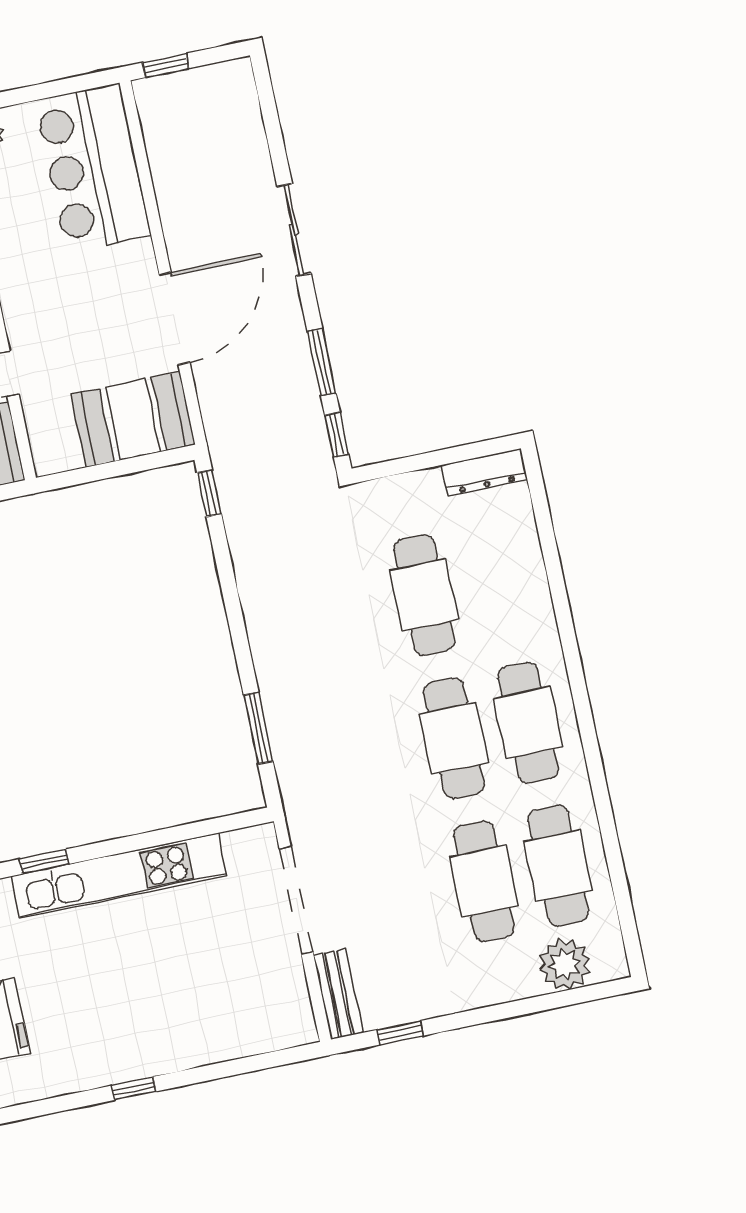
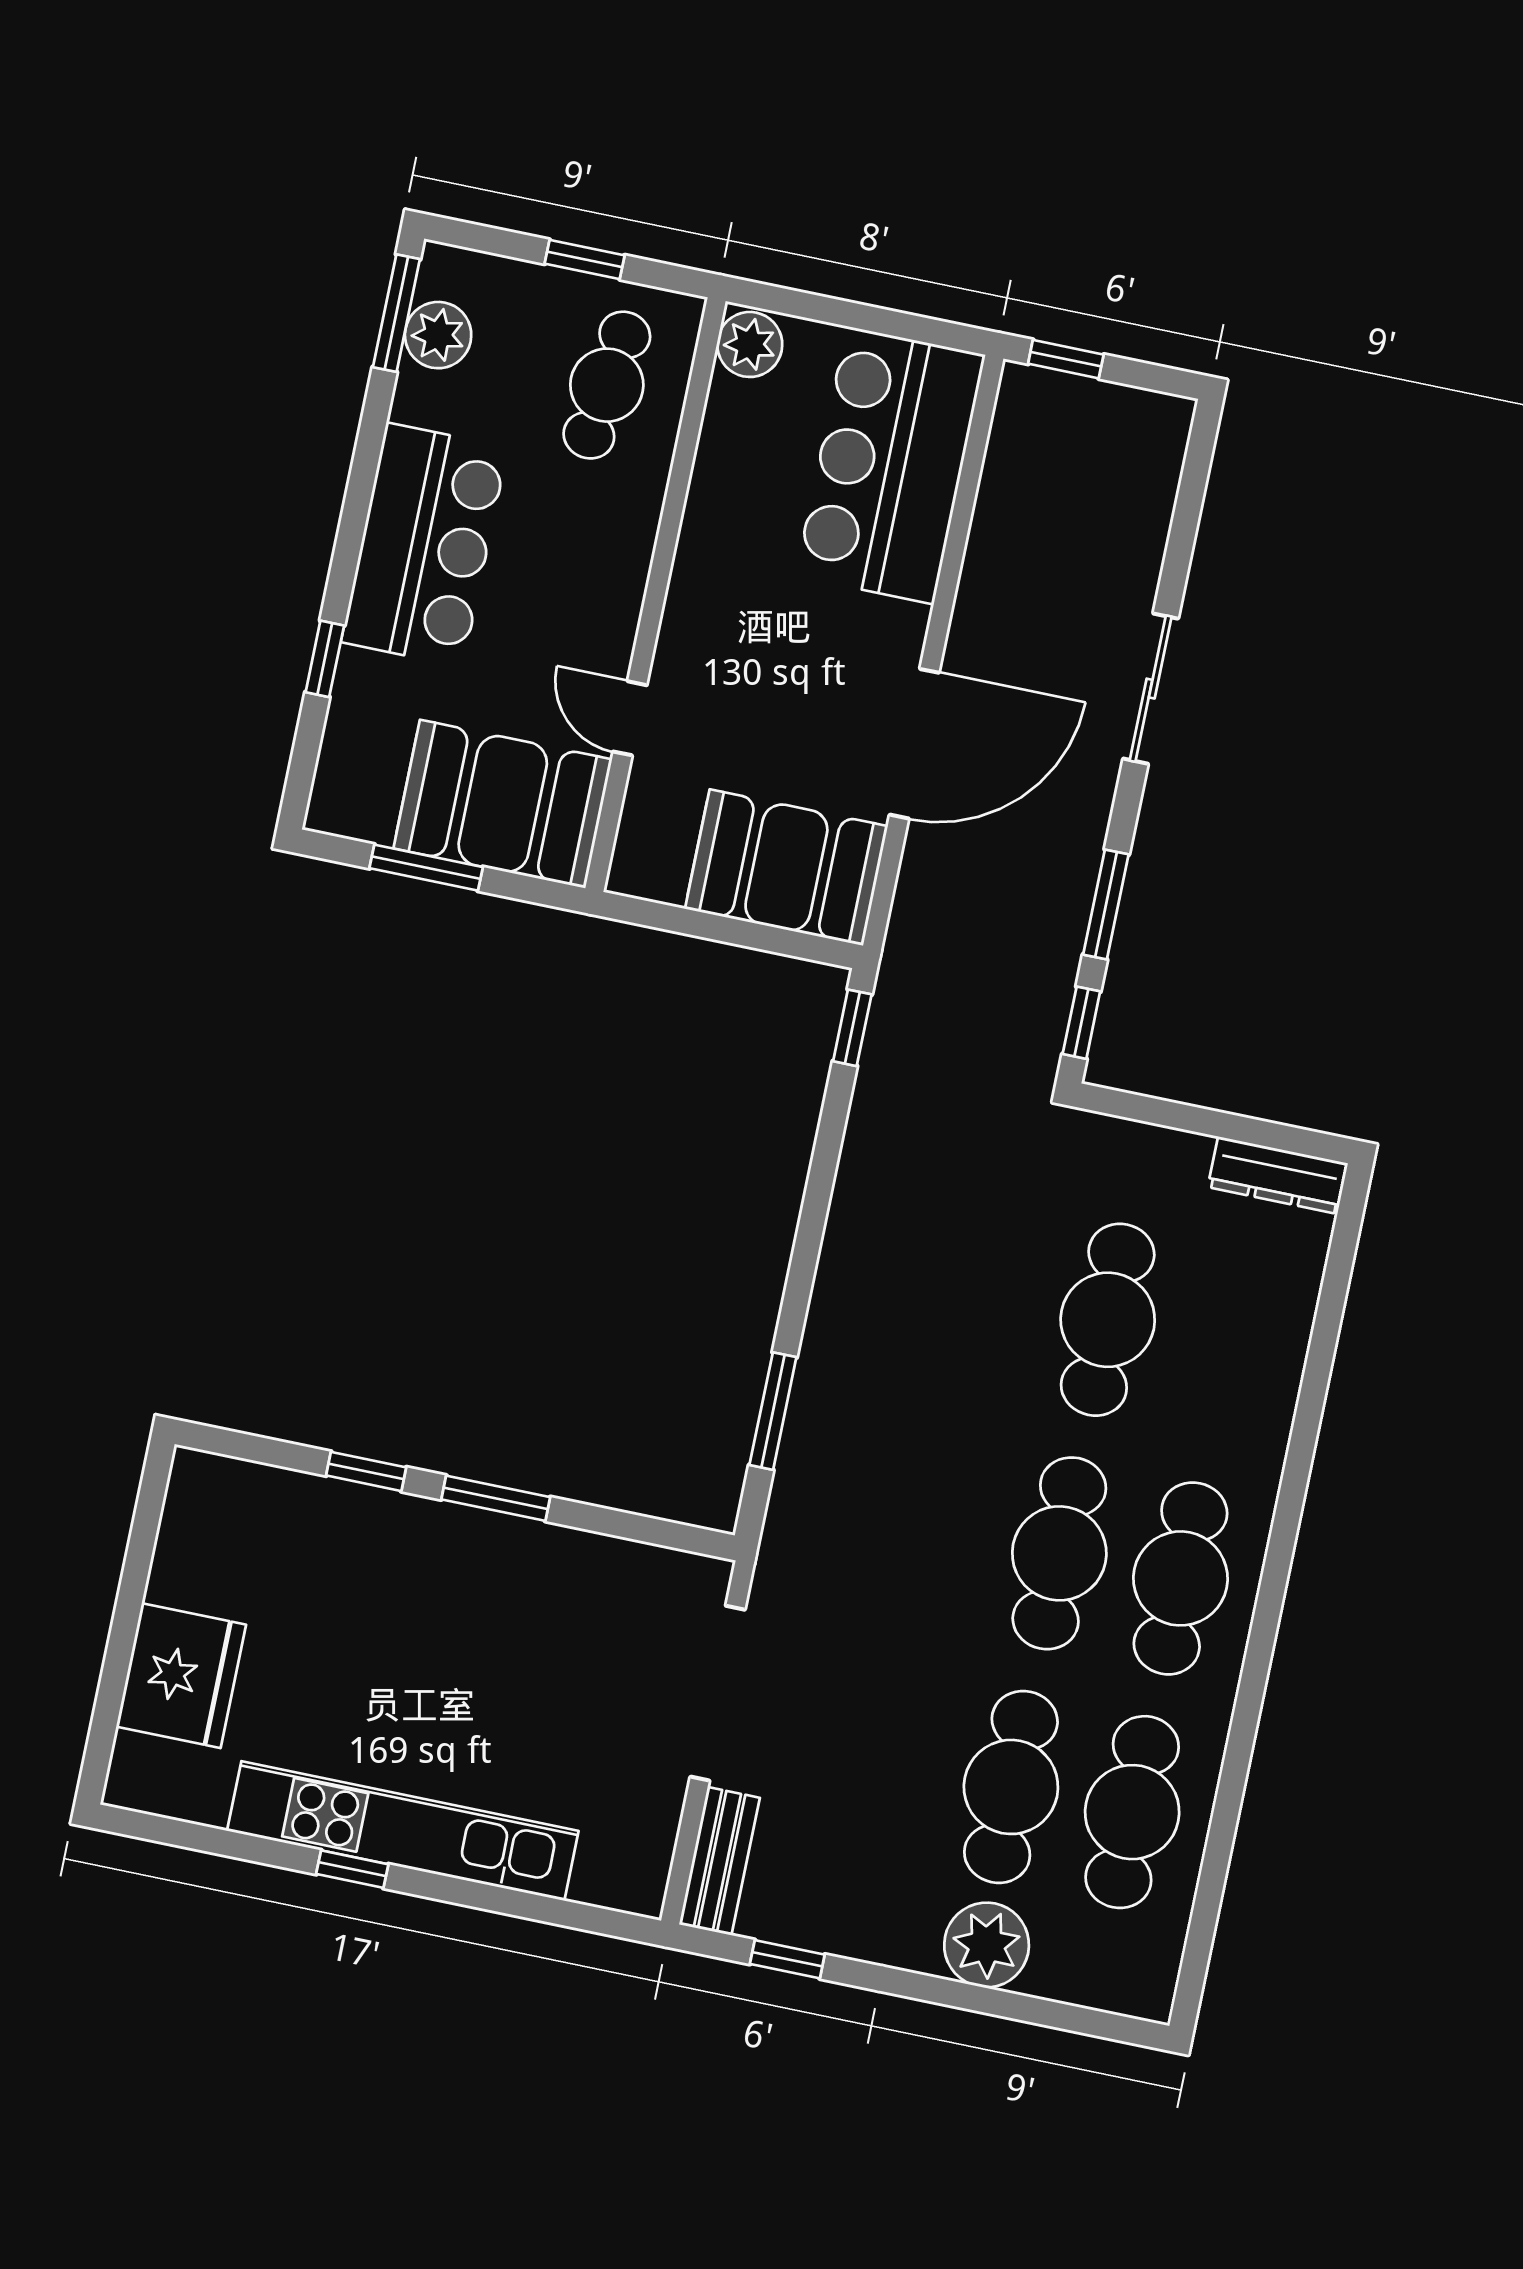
window: (124, 845) -> (496, 1498), added
kitchen unit: (119, 876) -> (403, 1831), moved, turned 180
plant: (565, 964) -> (987, 1945), moved

